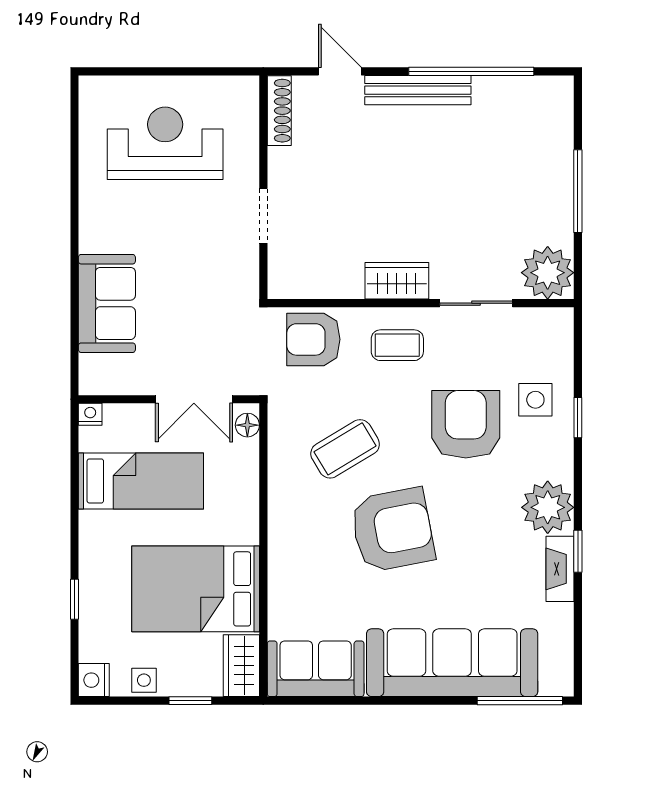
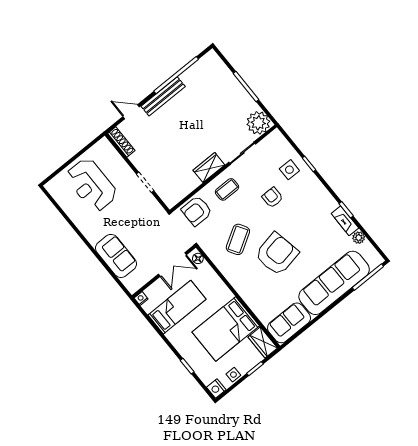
reception desk: (165, 143) -> (91, 185), turned -90
armchair: (466, 424) -> (272, 197), width x0.53, depth x0.53
plant: (548, 507) -> (359, 238), moved, width x0.53, depth x0.53

